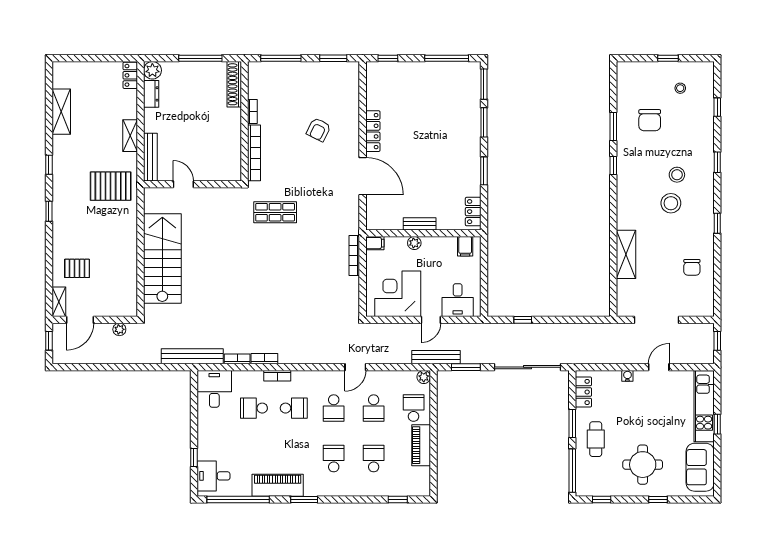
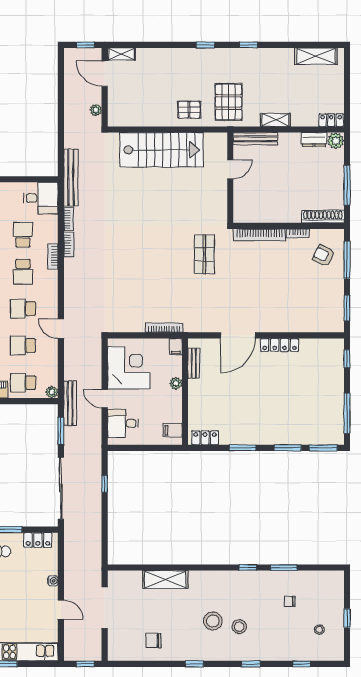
shelving: (61, 112) -> (316, 56), moved
chair: (650, 120) -> (290, 601), width x0.54, depth x0.54
armchair: (319, 130) -> (324, 255), moved
bench: (420, 224) -> (194, 363), moved
pallet: (77, 268) -> (189, 110), moved, turned 90
school desk: (414, 408) -> (23, 383), turned 180

